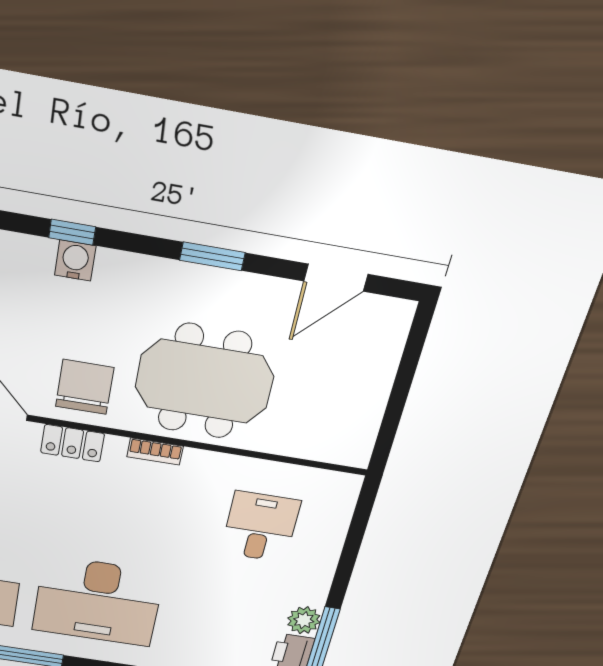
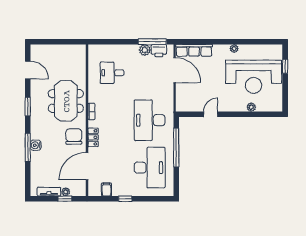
window: (72, 232) -> (28, 147), width x2.17
chair: (85, 387) -> (74, 137), turned 90
desk: (98, 601) -> (150, 120), turned 180

